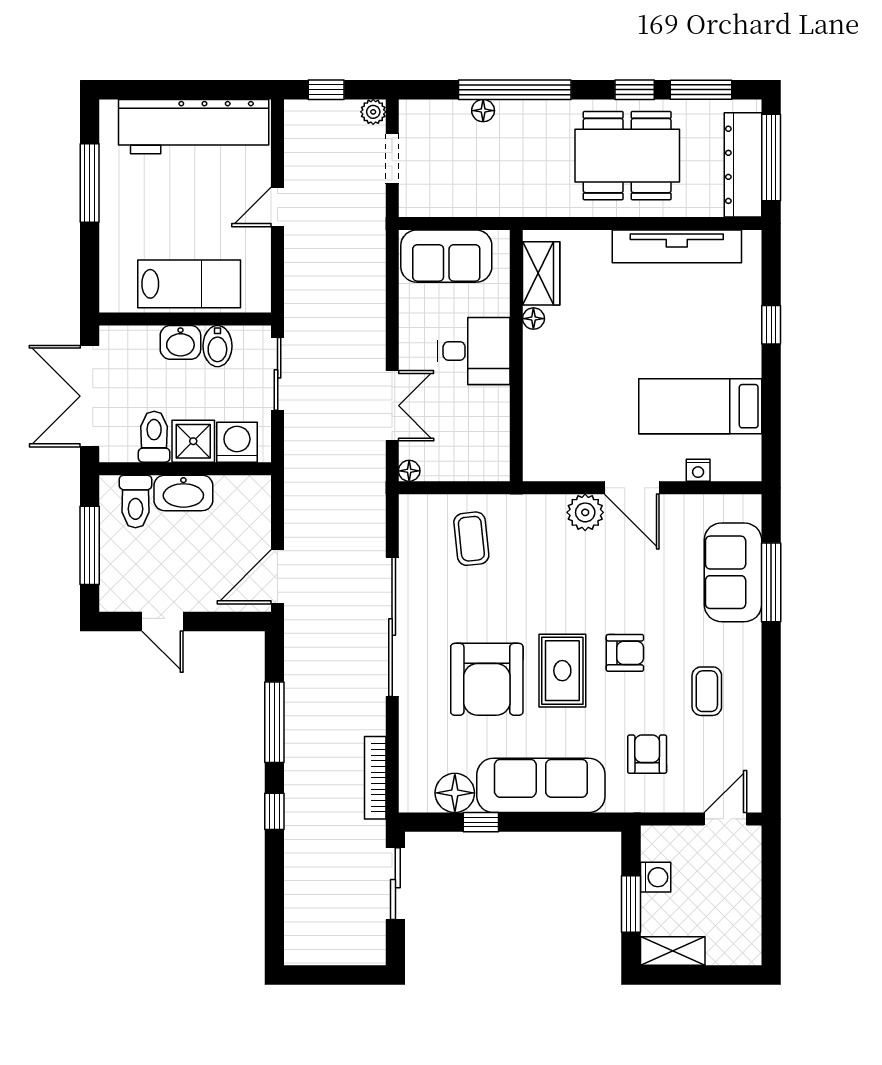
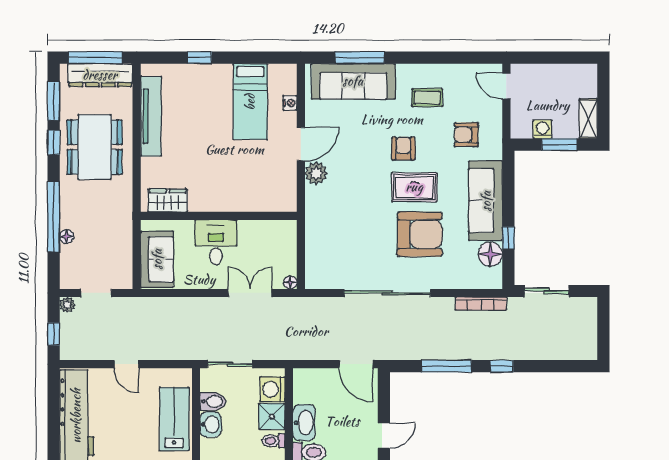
floor lamp: (533, 319) -> (196, 205), removed
toilet: (154, 437) -> (274, 441), width x0.73, depth x0.72
coffee table: (471, 539) -> (332, 244), removed
sofa: (733, 572) -> (353, 81), width x1.36

